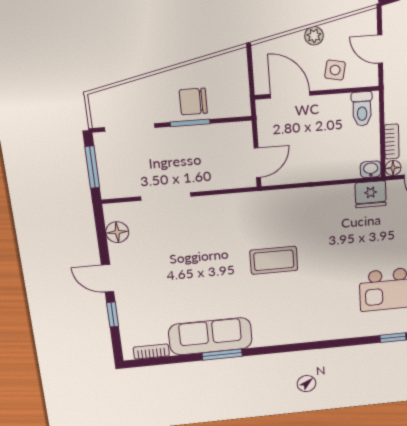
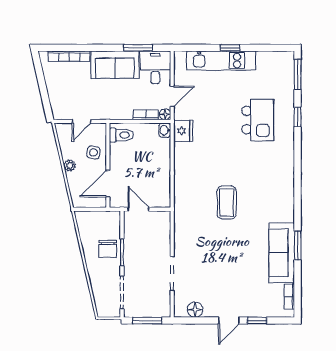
door: (257, 163) -> (138, 209), moved

